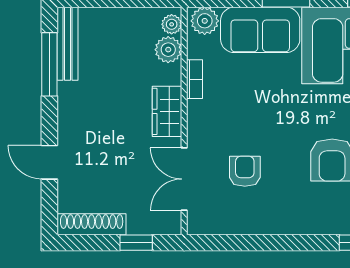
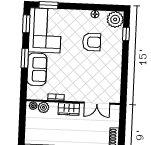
plant: (205, 21) -> (32, 92), removed
armchair: (245, 171) -> (95, 78), removed
window: (136, 243) -> (122, 124), removed

